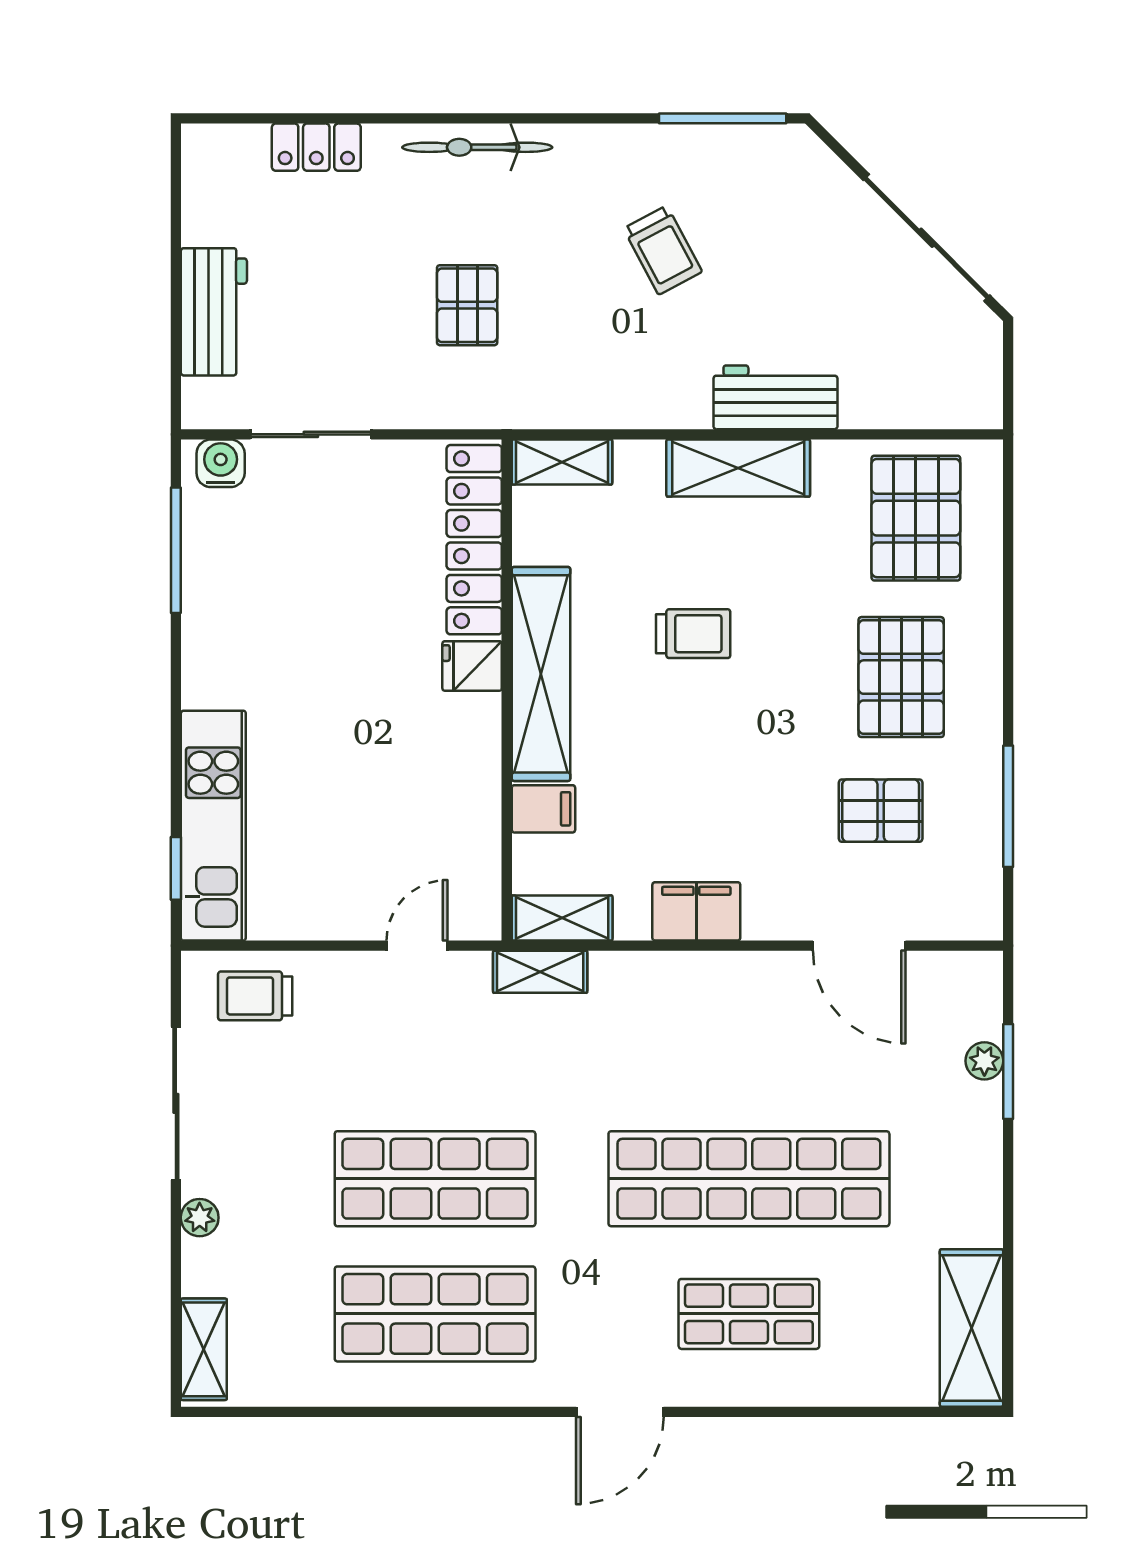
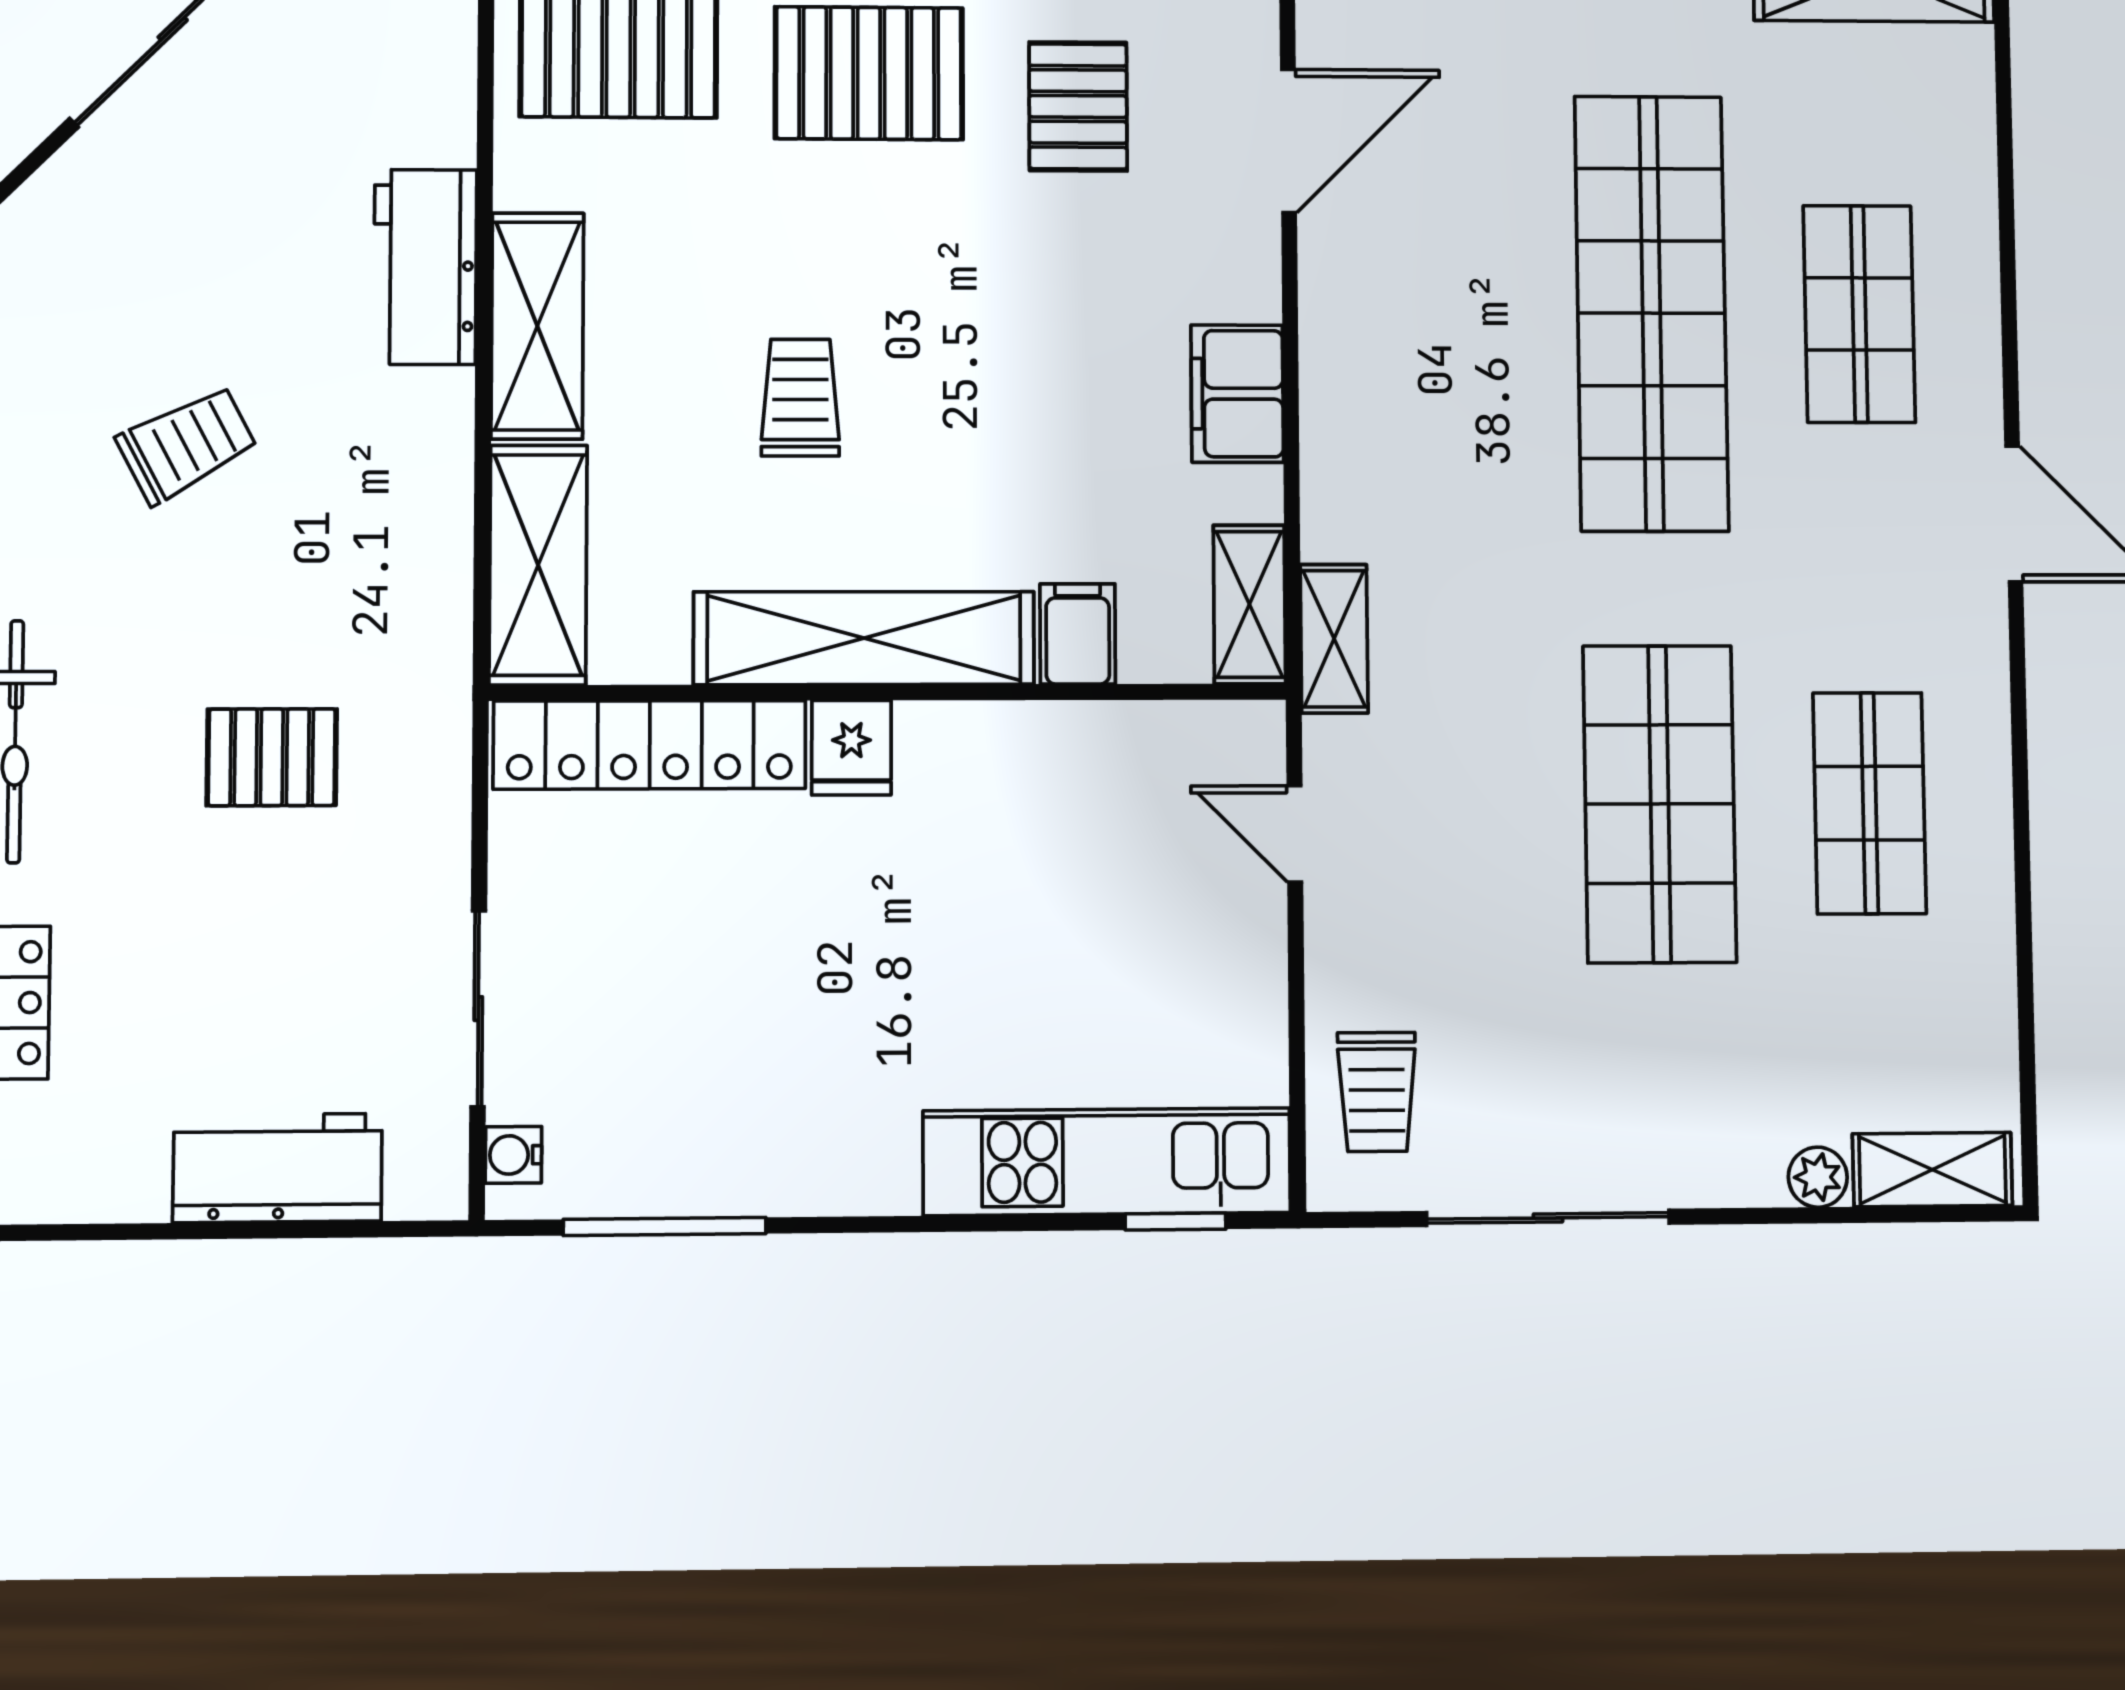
shelving: (562, 462) -> (538, 565), width x1.50, depth x1.33
water cooler: (221, 463) -> (513, 1155), width x0.72, depth x0.72
plant: (200, 1218) -> (1818, 1177), moved
shop shelf: (435, 1314) -> (1870, 803), width x0.70, depth x0.74

